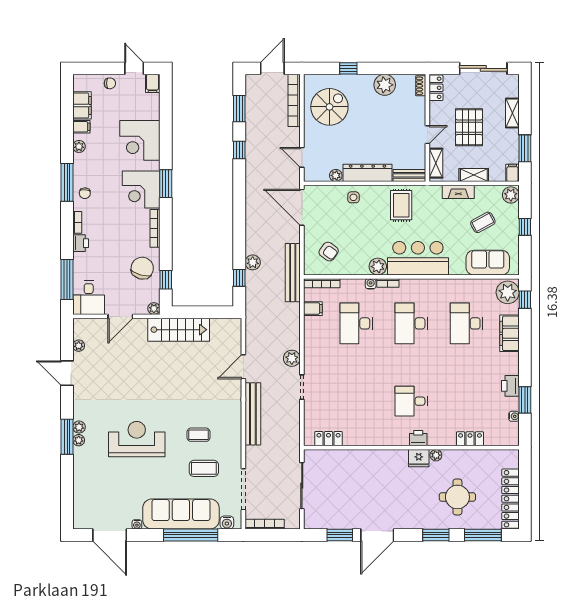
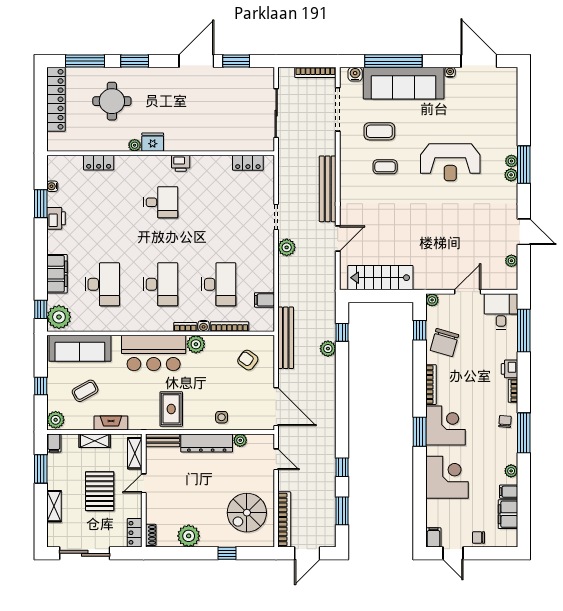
sofa: (488, 263) -> (80, 348), width x1.36
bookcase: (322, 283) -> (229, 327), moved
stairs: (179, 330) -> (380, 278), moved
printer: (418, 438) -> (181, 163), moved

